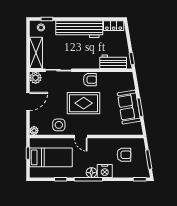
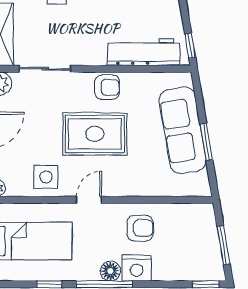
workbench: (113, 62) -> (144, 52), width x1.37
sofa: (129, 107) -> (183, 130), width x1.36
door: (81, 136) -> (89, 200), swing flipped
armchair: (124, 155) -> (140, 228), moved

